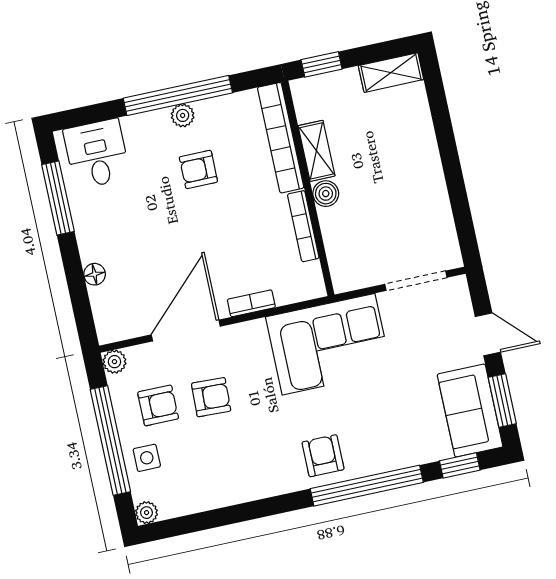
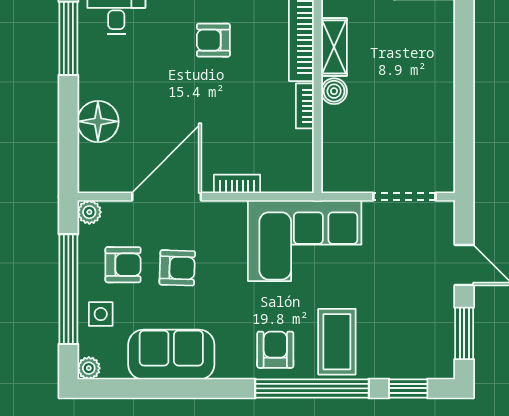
bookcase: (303, 226) -> (305, 106), width x0.64
floor lamp: (95, 274) -> (98, 121), width x1.89, depth x1.89
sofa: (470, 411) -> (171, 355), moved, turned 90
coffee table: (381, 435) -> (337, 342), added

